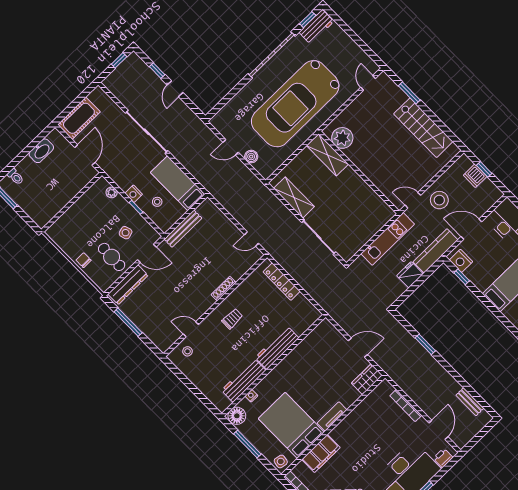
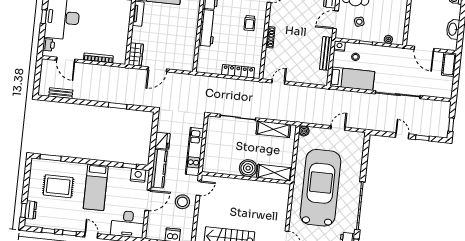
cot: (79, 118) -> (449, 64), width x0.73, depth x0.75
plant: (342, 138) -> (274, 191), removed
boiler: (251, 157) -> (304, 131), moved
boiler: (349, 180) -> (248, 168), added
nightstand: (134, 194) -> (339, 46), moved

